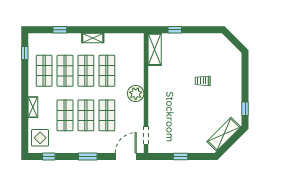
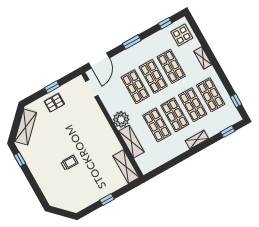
window: (60, 30) -> (228, 132), moved
window: (175, 30) -> (107, 200), moved
shelving: (93, 38) -> (197, 140), moved
shelving: (138, 69) -> (131, 142), added
pallet: (186, 141) -> (54, 103), added

